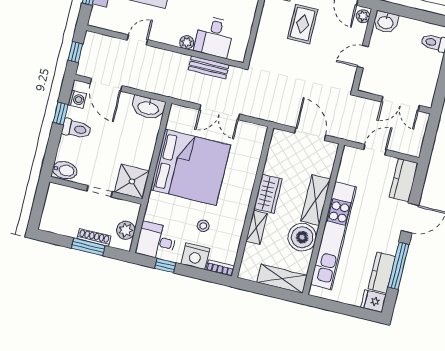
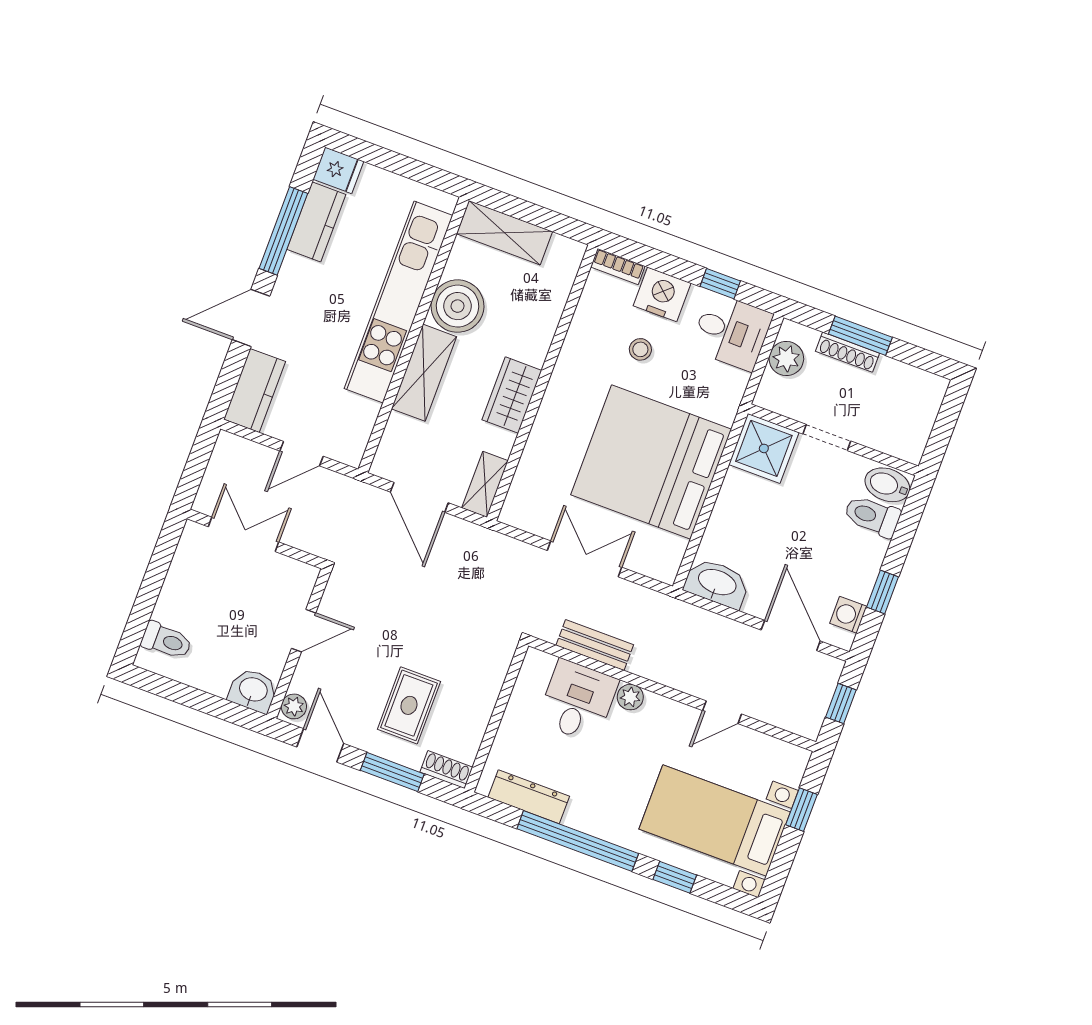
toilet: (76, 129) -> (872, 516), moved
shelving: (257, 227) -> (485, 484), moved

